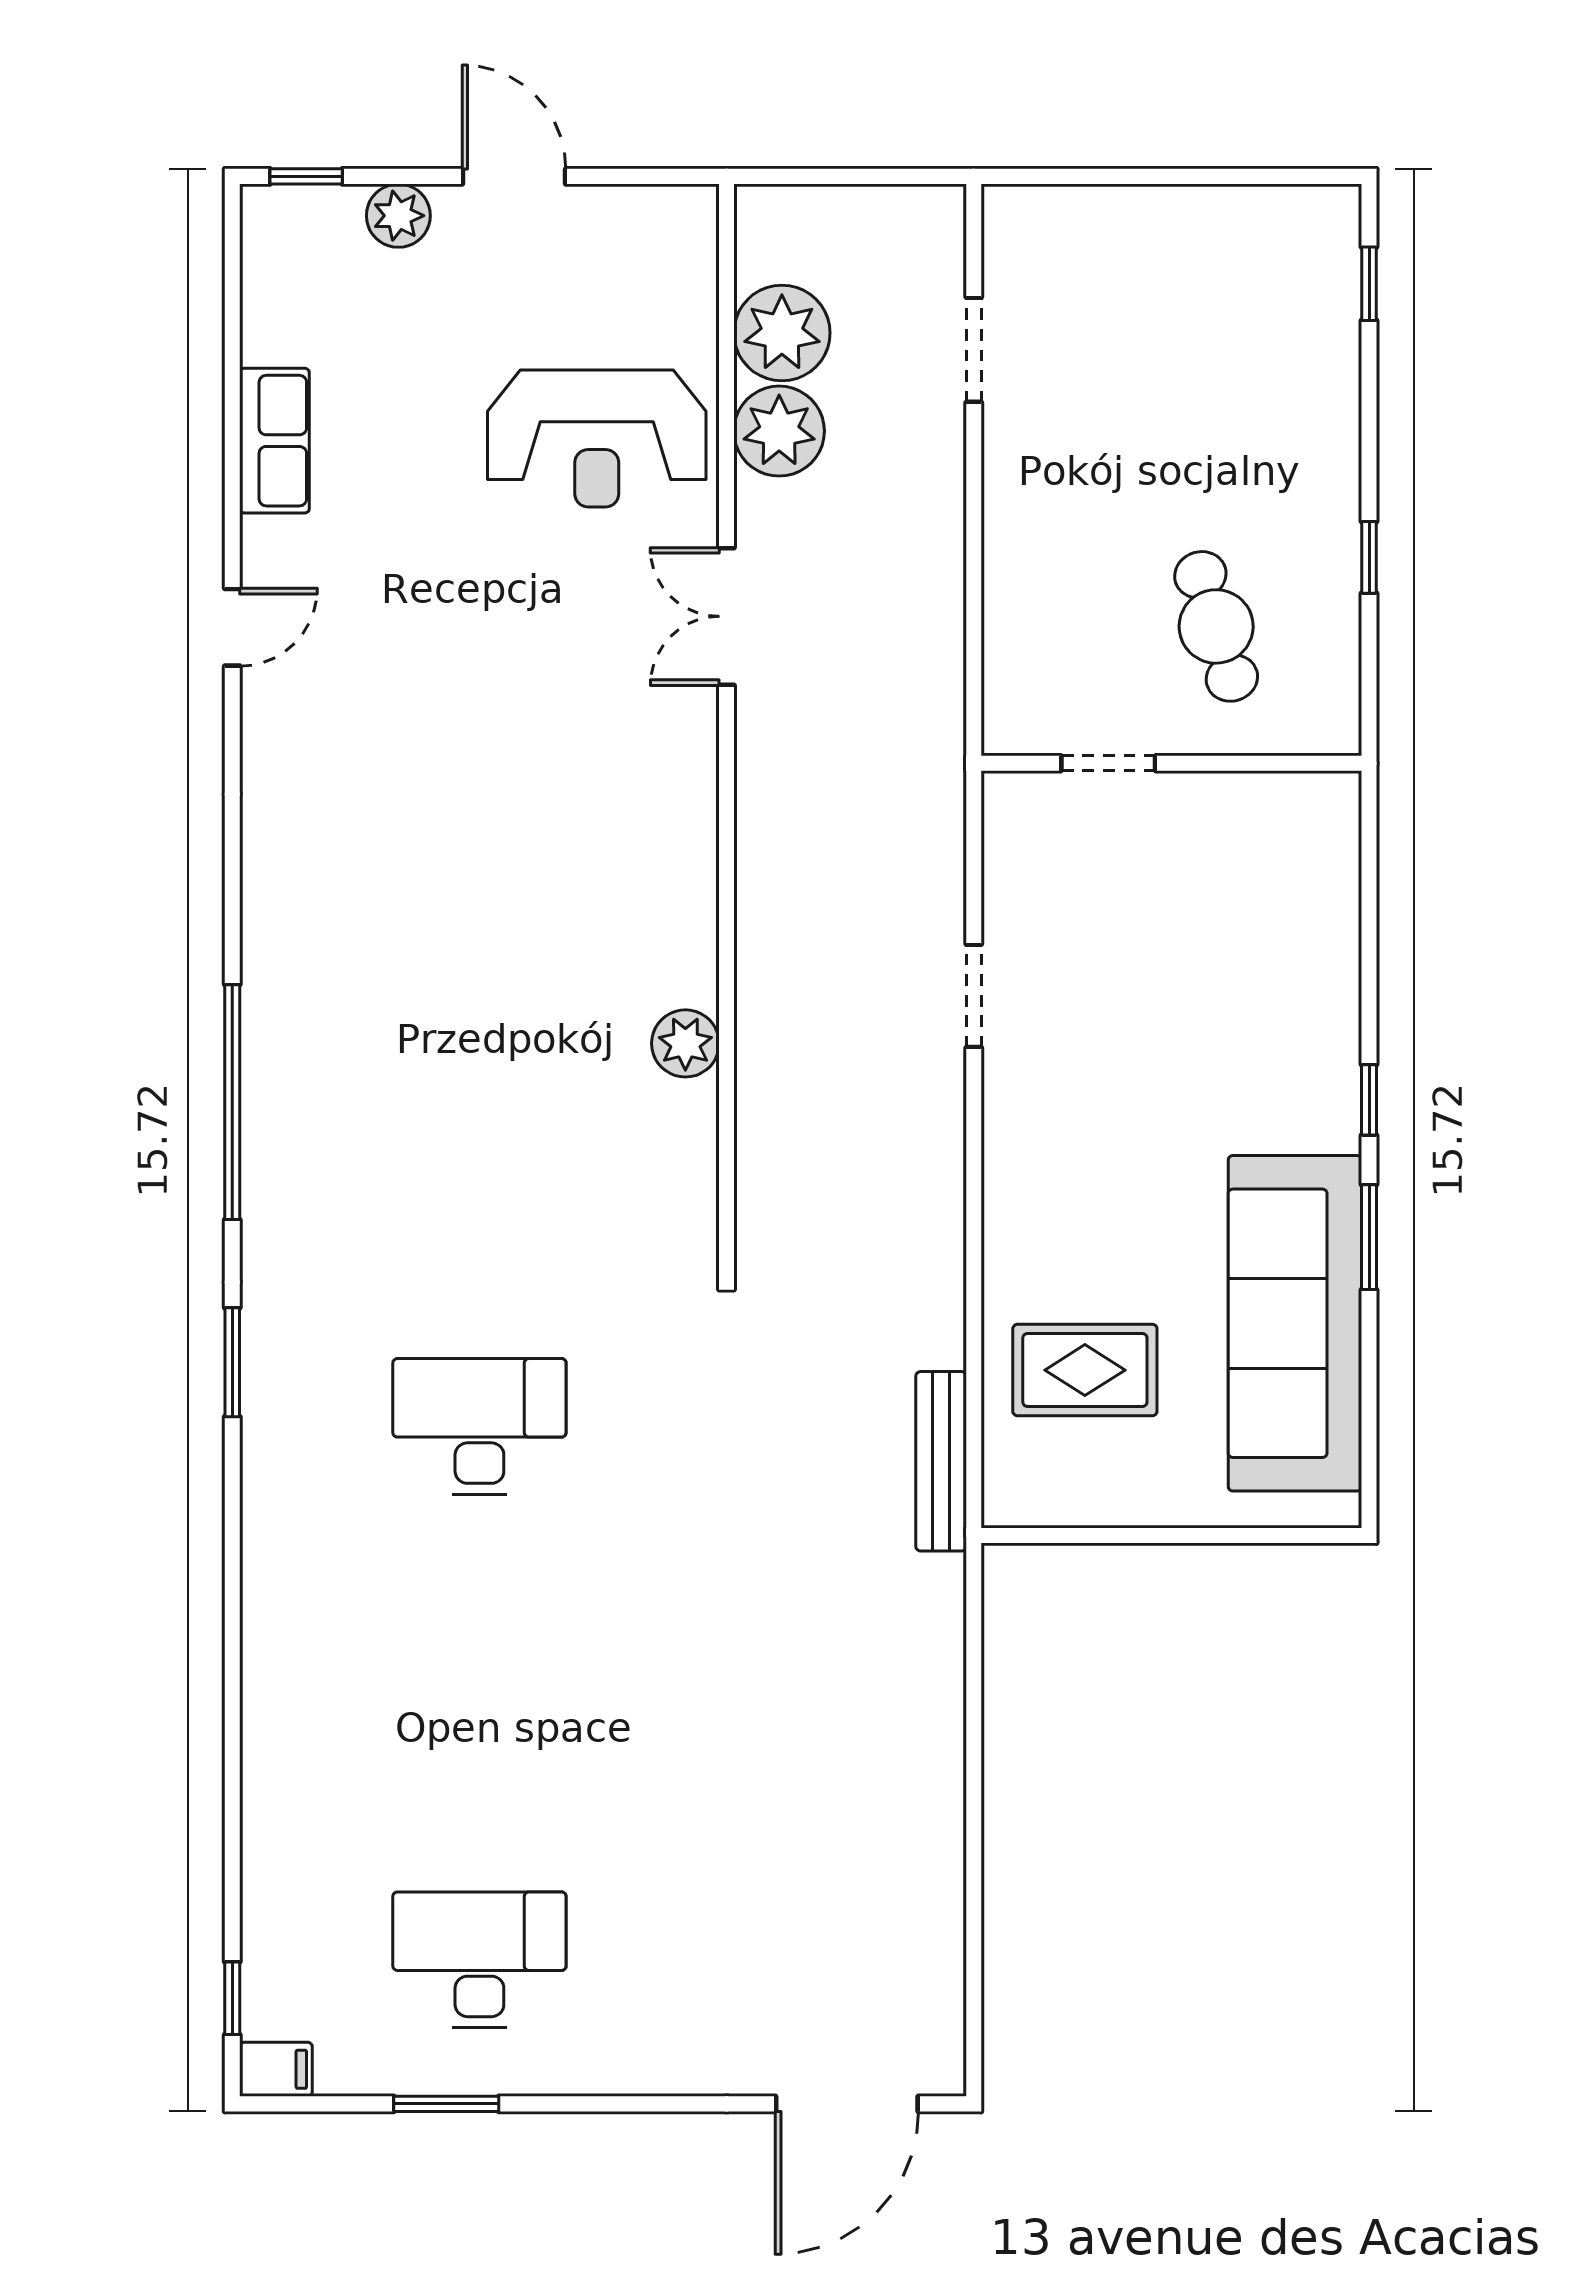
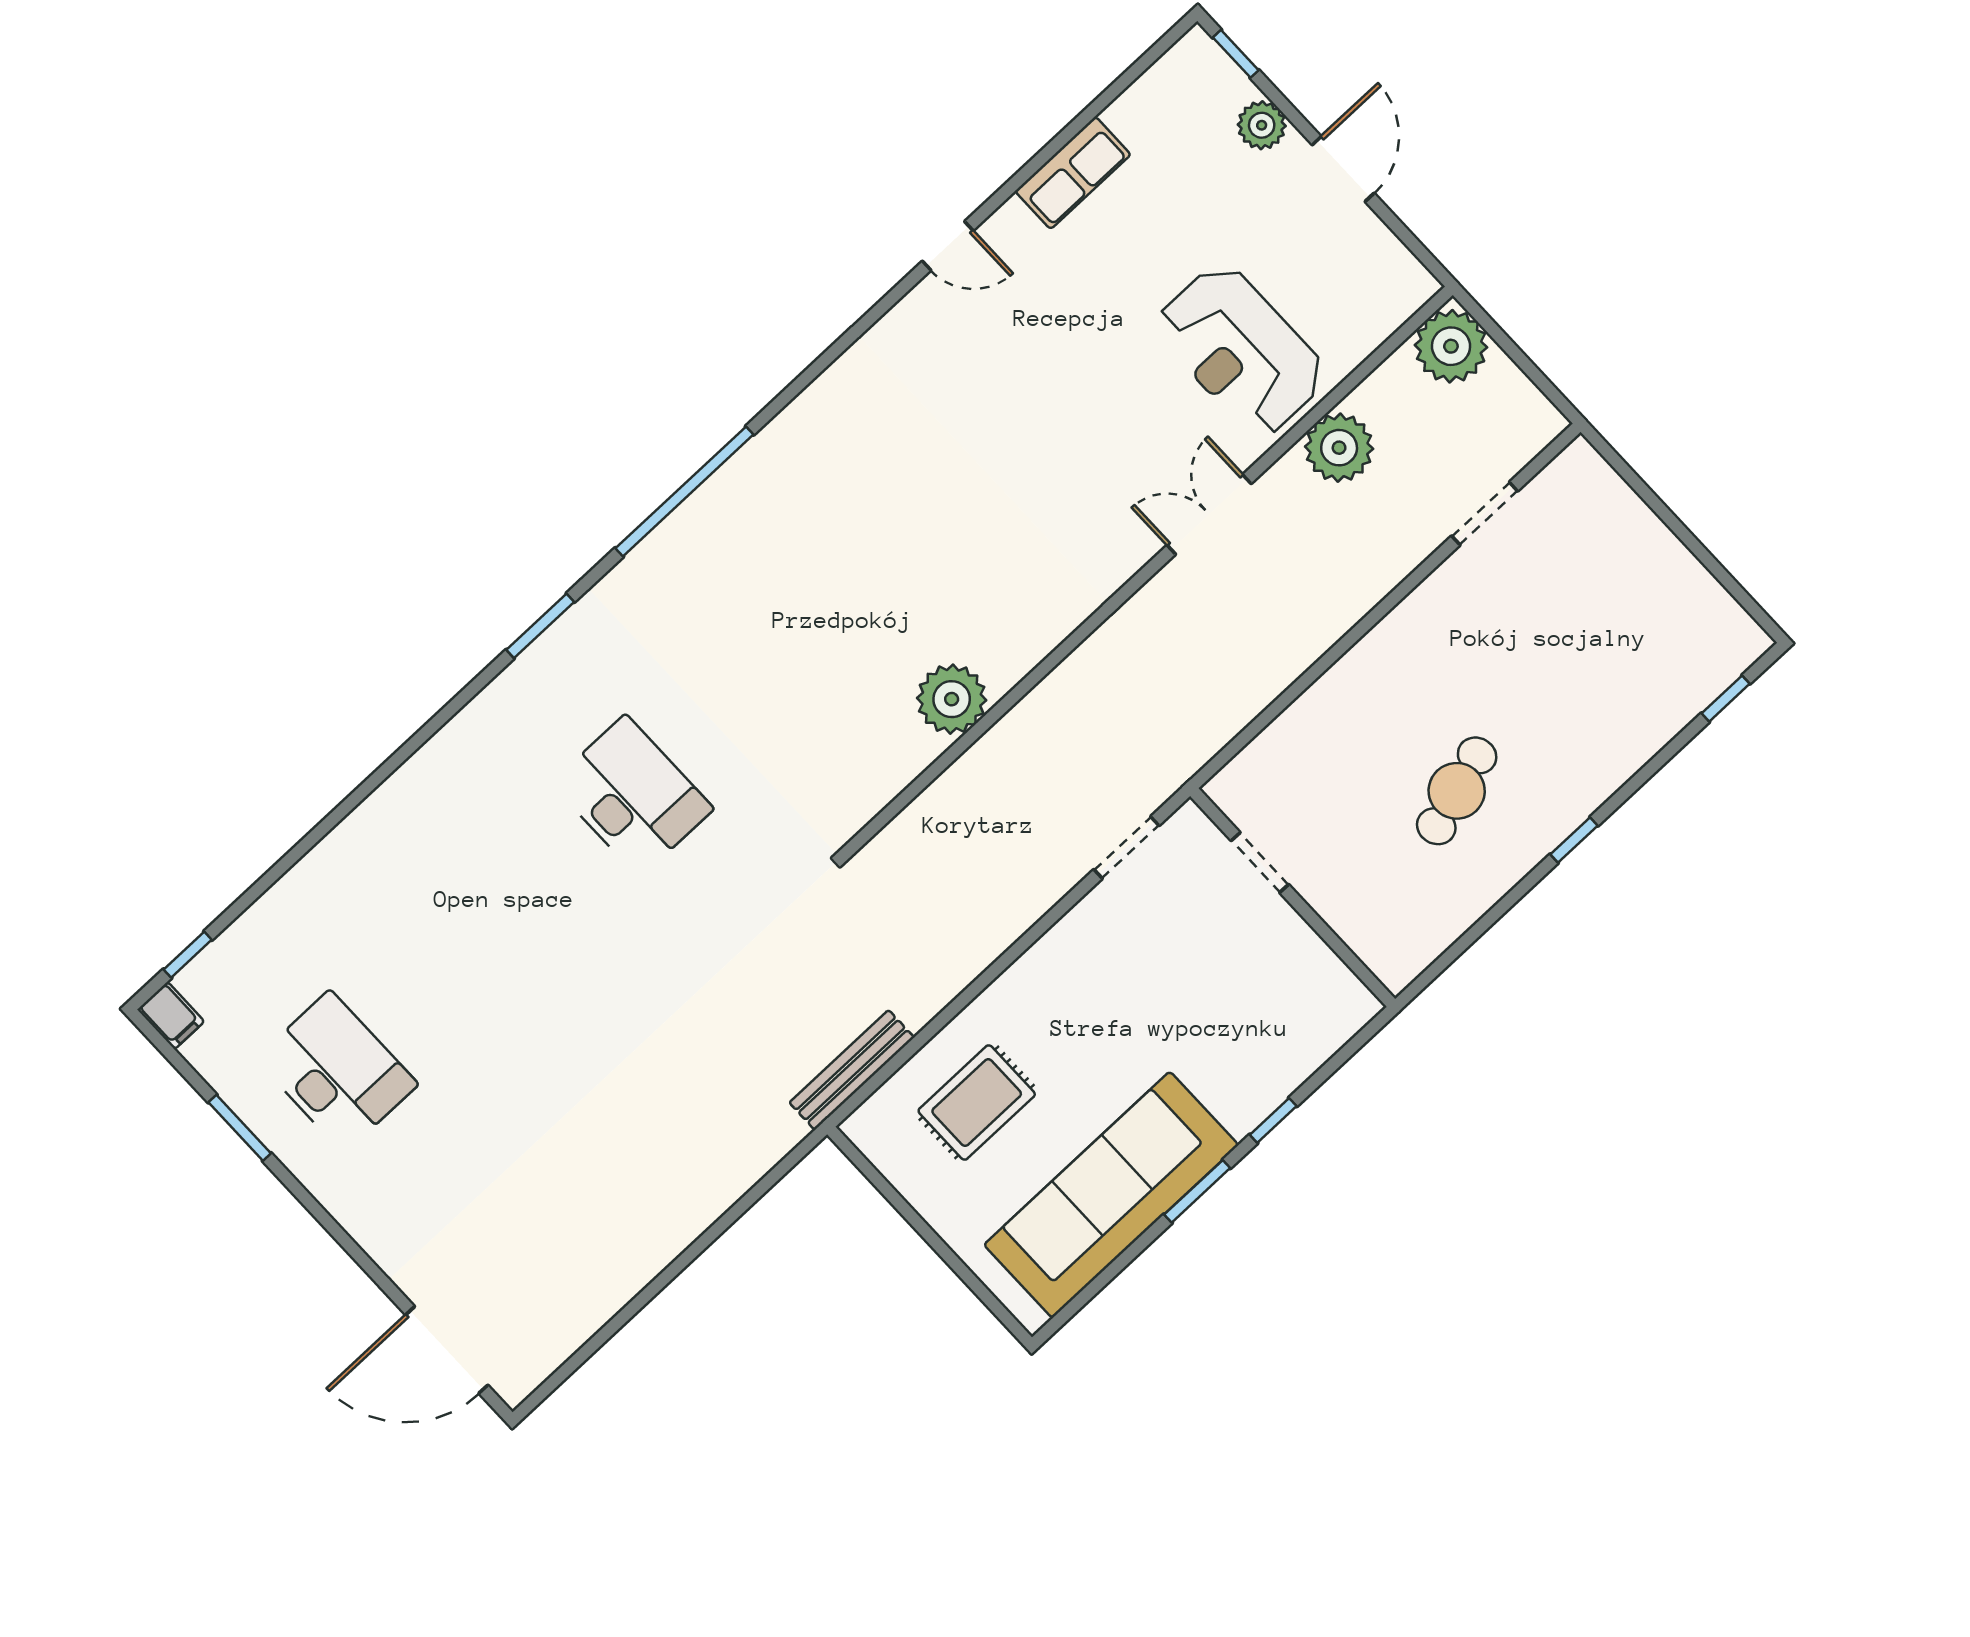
plant: (782, 333) -> (1451, 346), moved
doorway: (1108, 763) -> (1260, 862), moved
wall: (1171, 763) -> (1293, 897), moved
plant: (685, 1043) -> (952, 699), width x1.36, depth x1.36
rug: (1085, 1370) -> (977, 1103), turned 90

